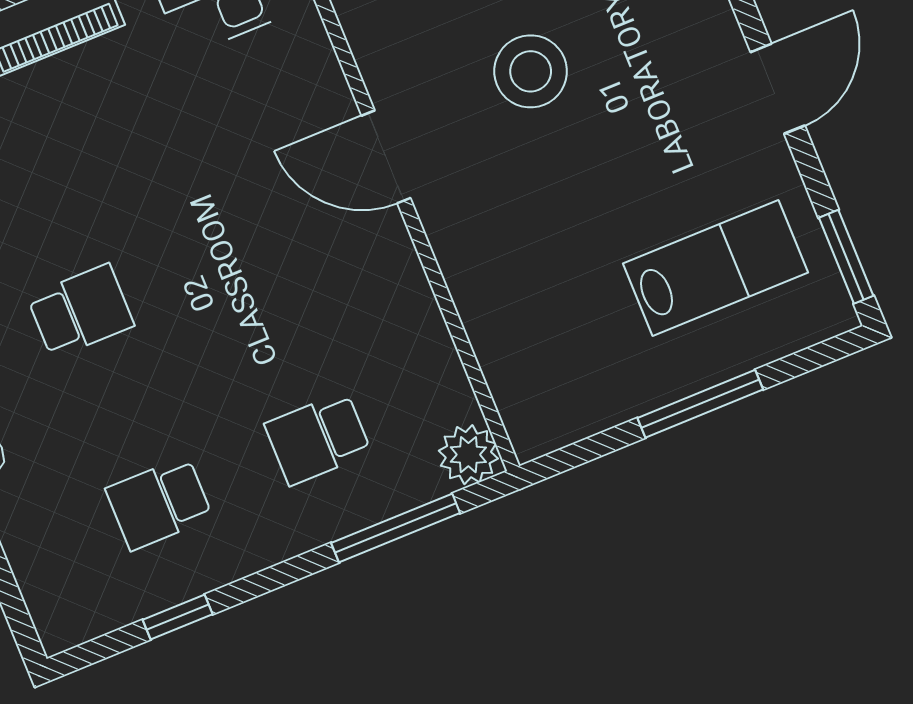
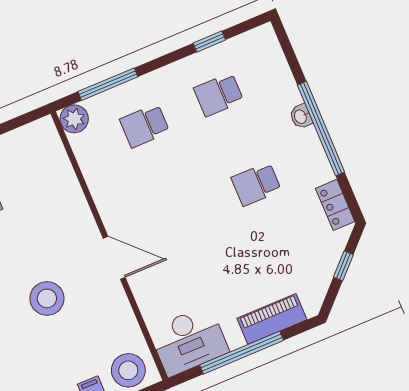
school desk: (318, 438) -> (145, 126), turned 180
school desk: (159, 503) -> (219, 95), turned 180

